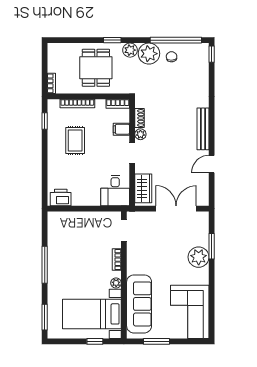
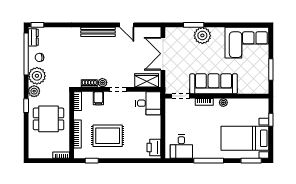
dresser: (196, 49) -> (33, 37), added
rug: (75, 141) -> (108, 136), width x1.36, depth x1.43
desk: (62, 231) -> (181, 147), added
sofa: (139, 304) -> (214, 84), moved
bed with nightstands: (92, 314) -> (245, 138), moved, turned 90

